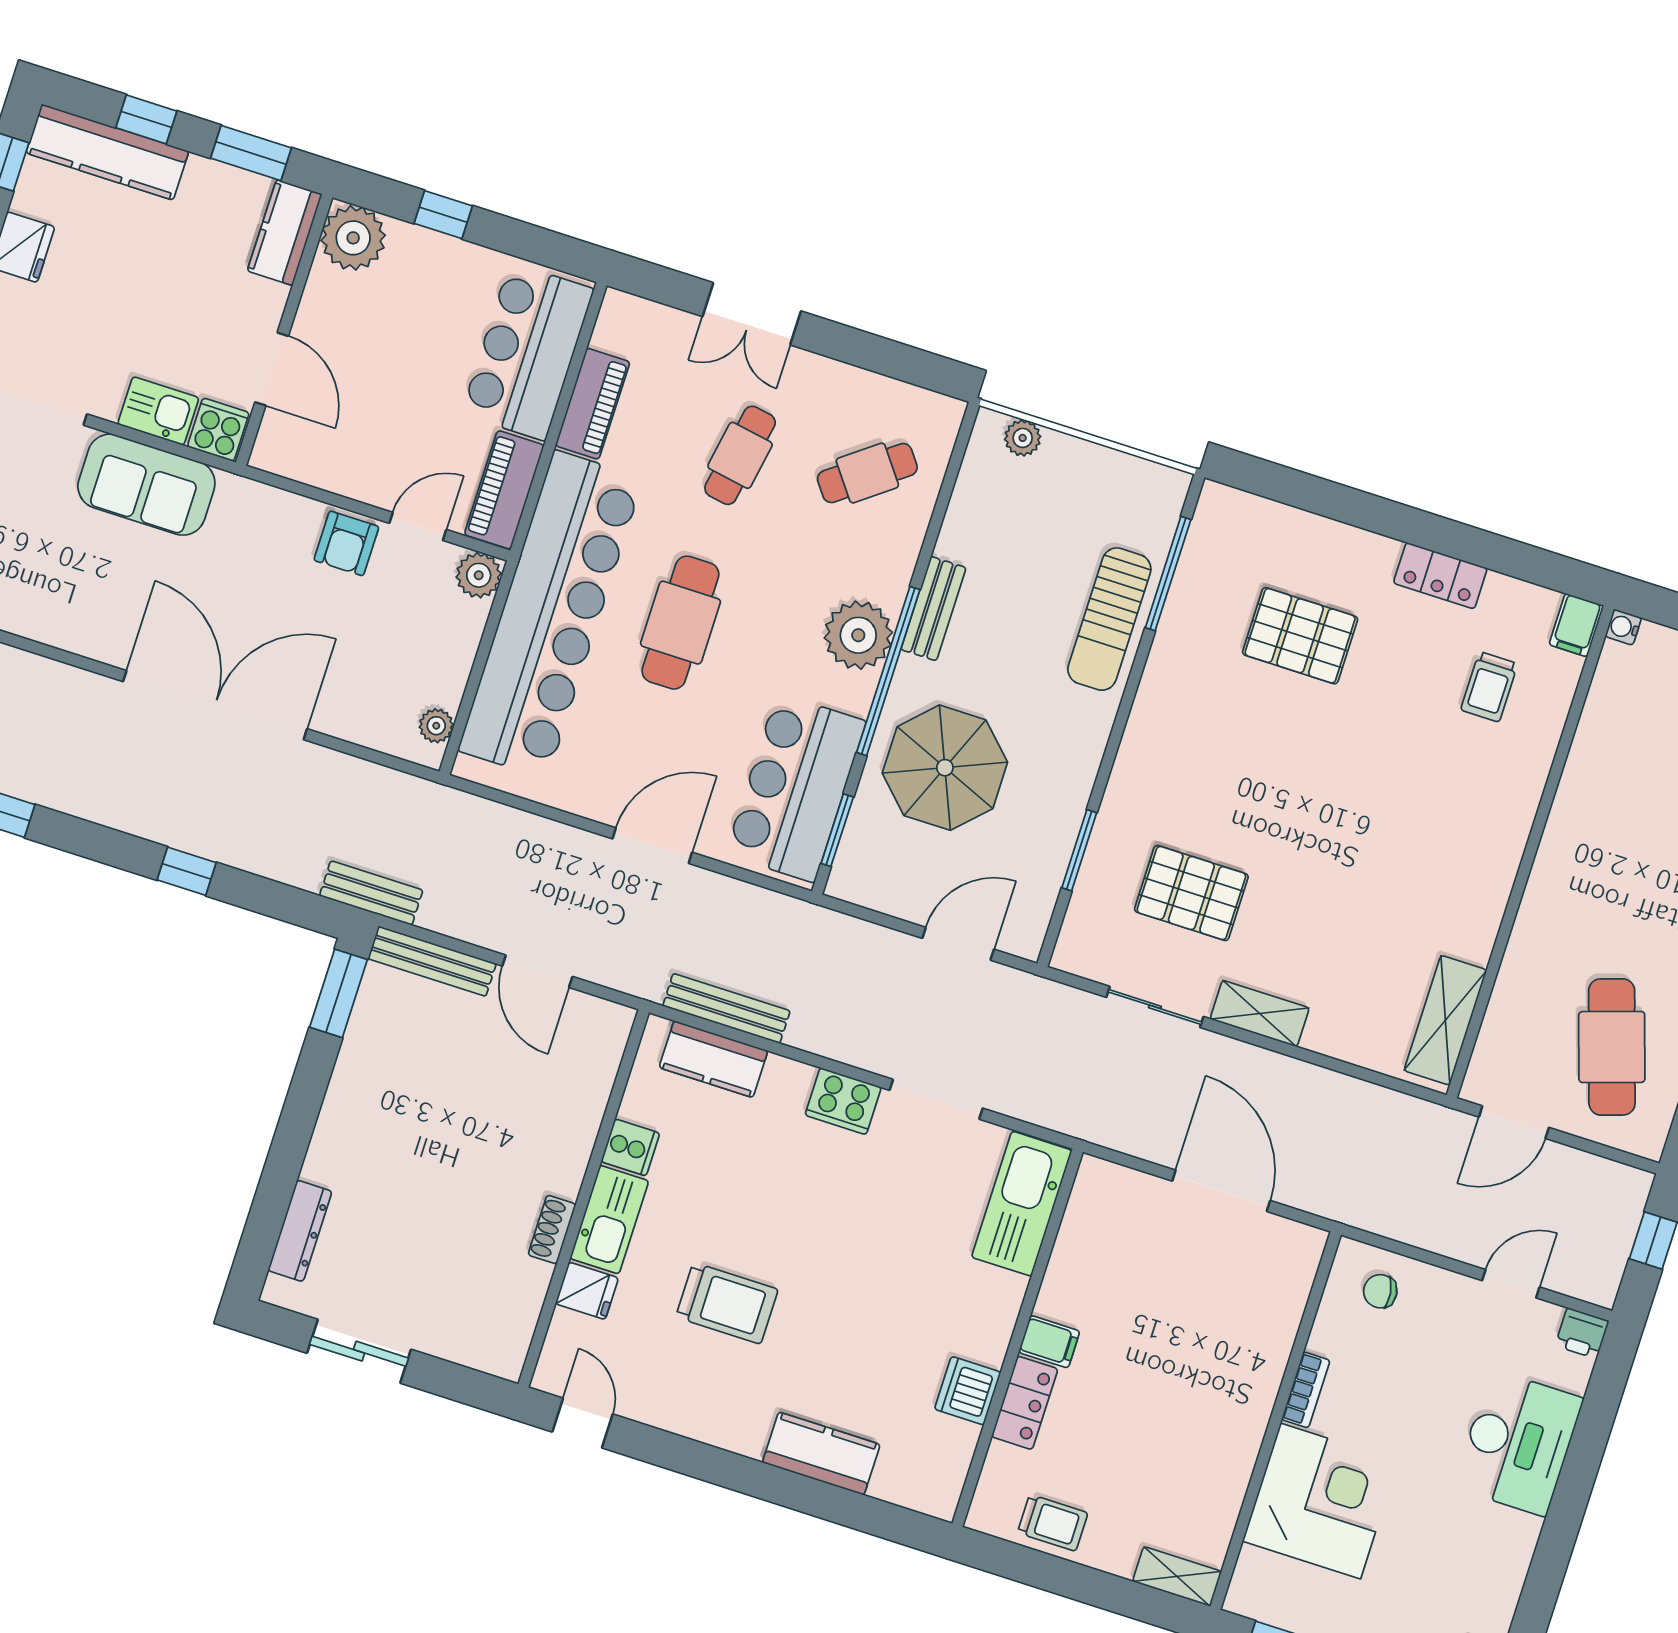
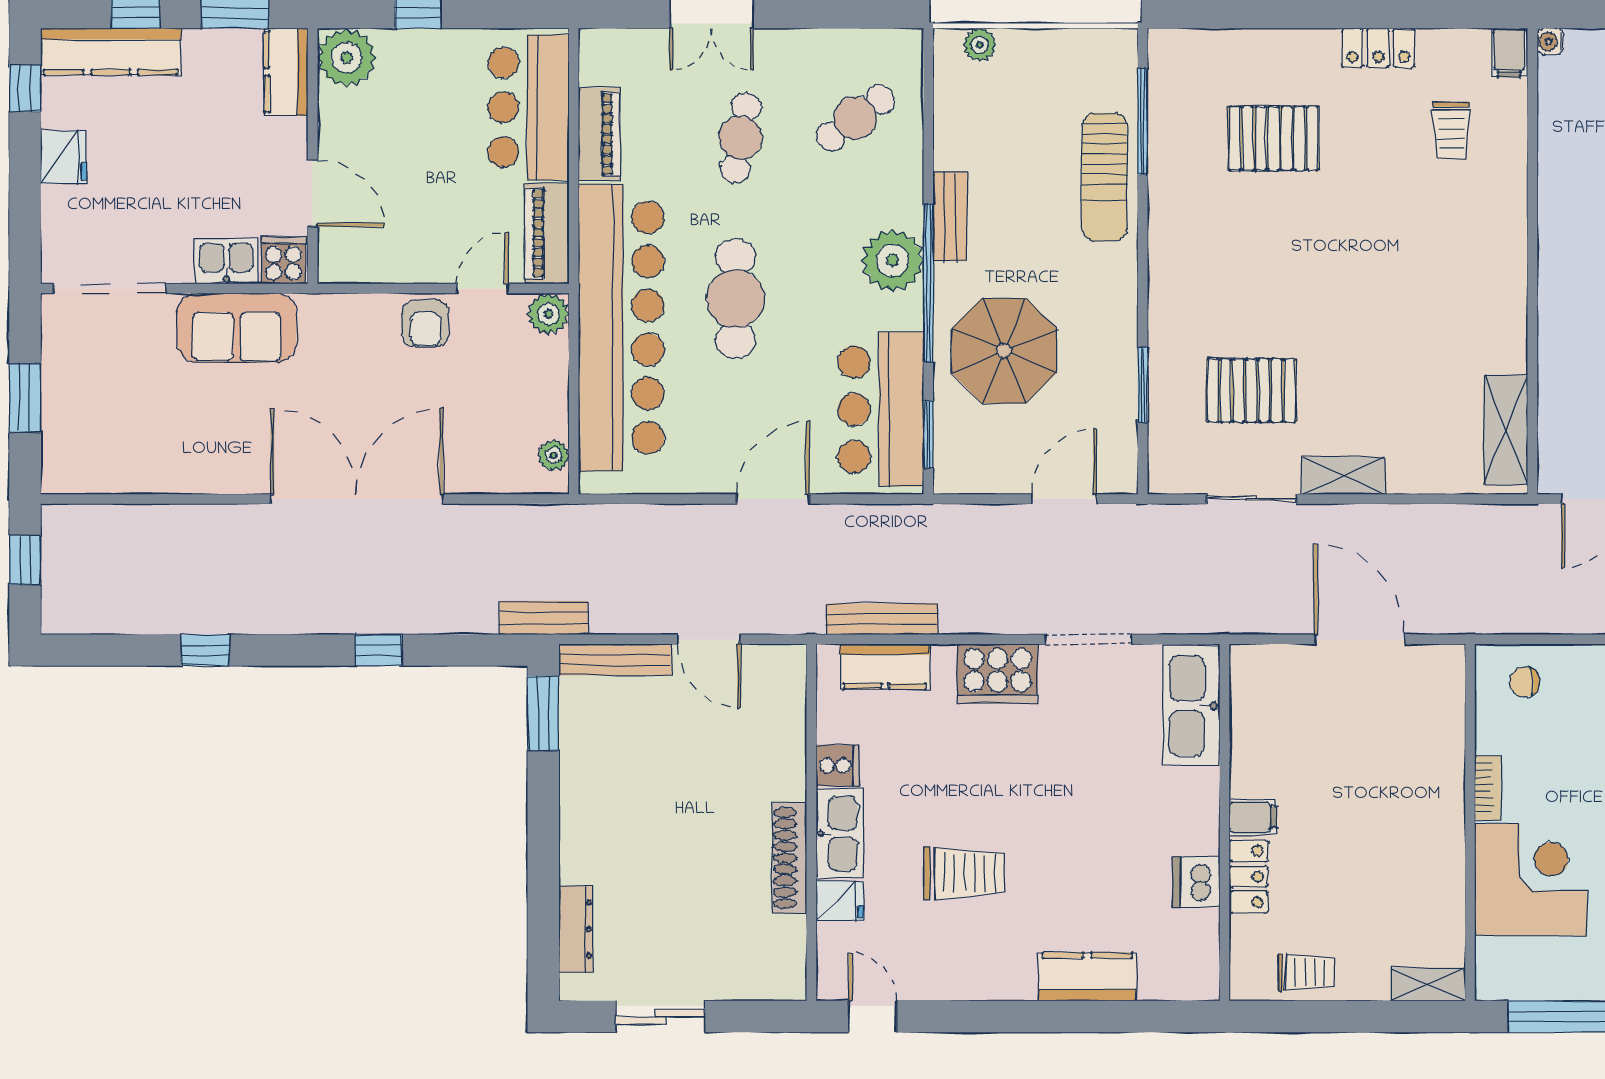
cooker: (843, 1101) -> (998, 674), width x1.37, depth x1.31
shoe rack: (552, 1230) -> (790, 858), width x1.94, depth x1.24

